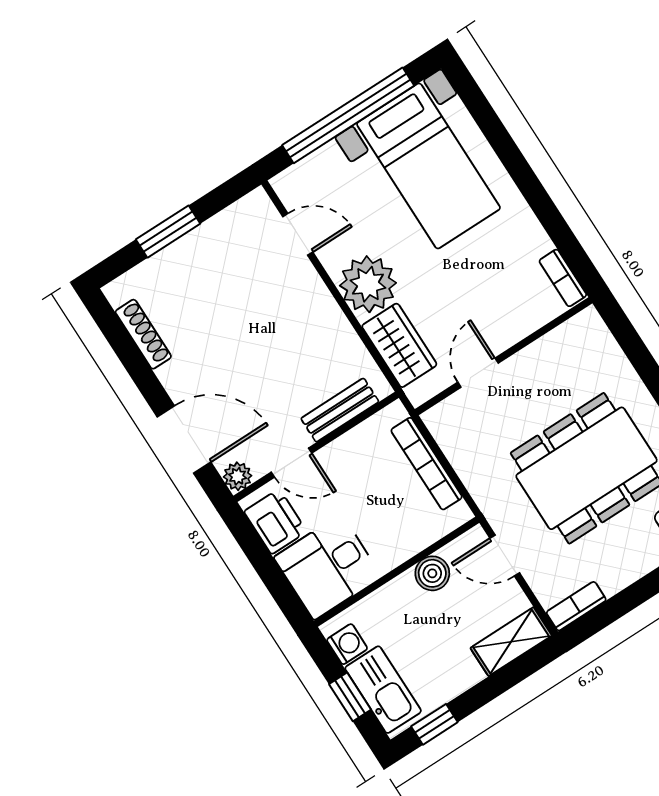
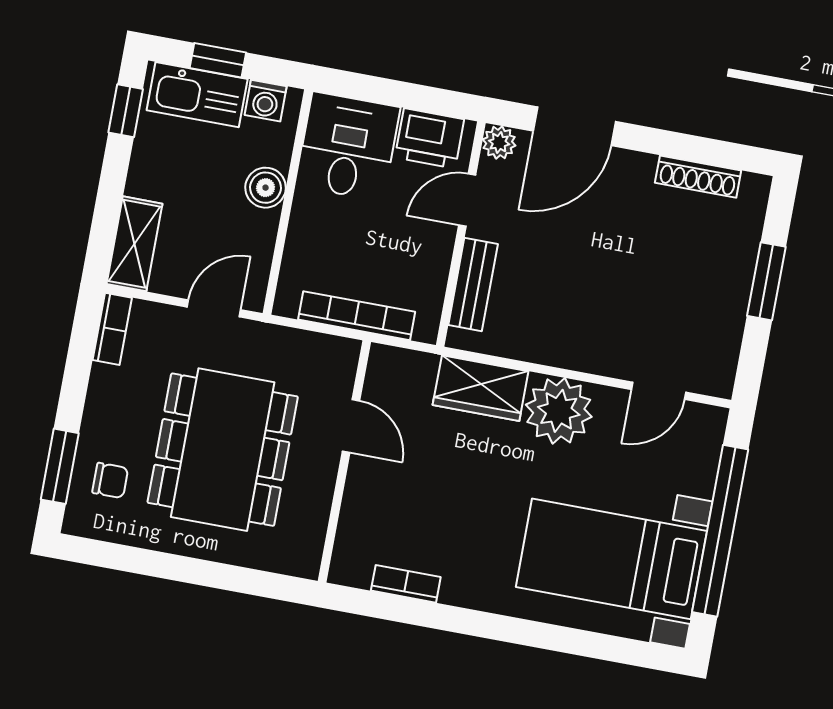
wall: (504, 356) -> (344, 461), moved
door: (478, 373) -> (351, 426), moved
boiler: (432, 573) -> (266, 188), moved

